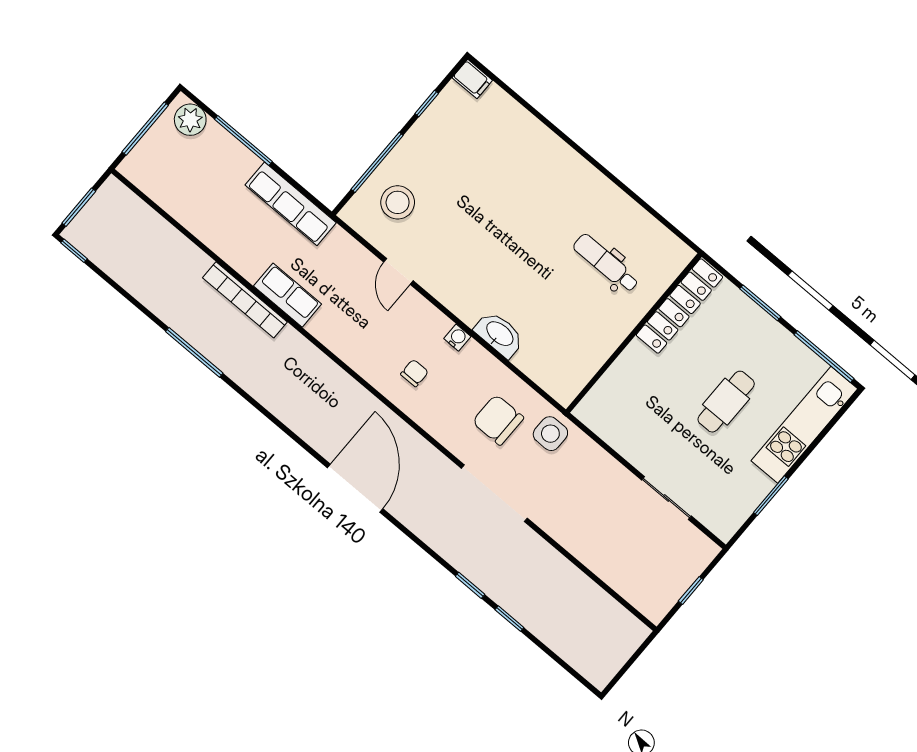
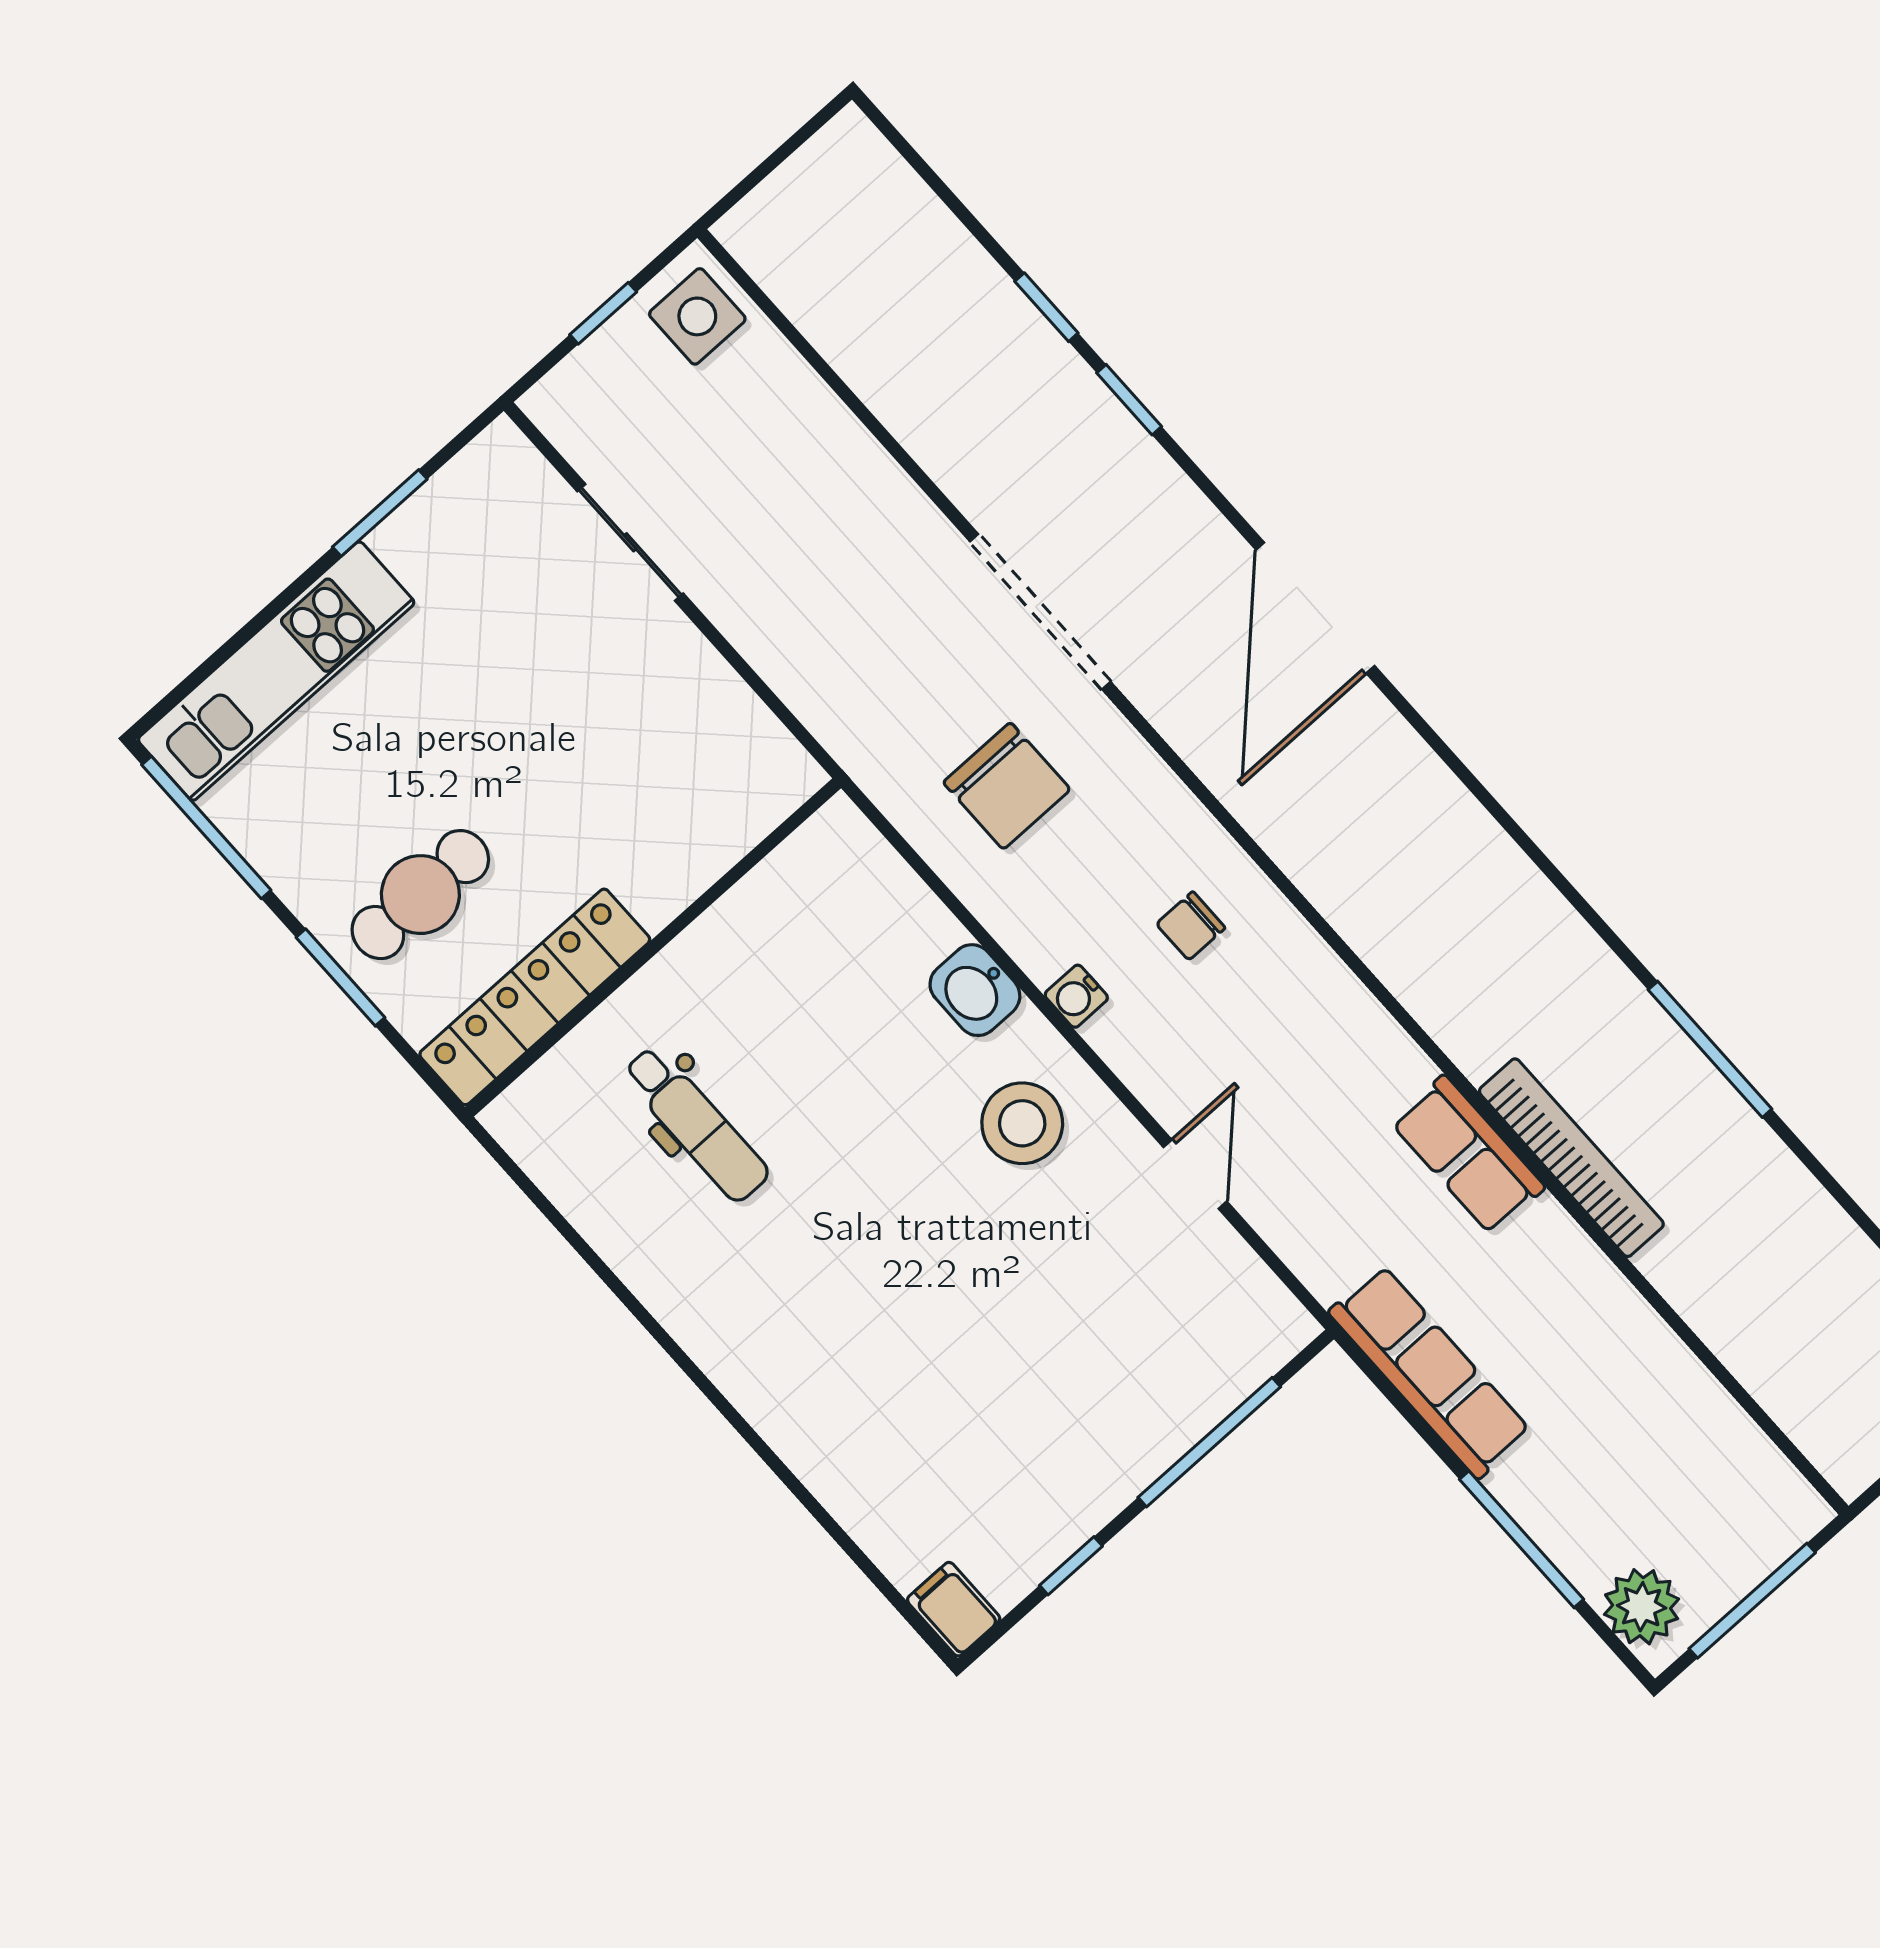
stool: (398, 202) -> (1022, 1123), moved
washbasin: (499, 334) -> (975, 990), width x0.72
cafe table: (726, 402) -> (420, 895), moved
side table: (550, 434) -> (697, 316), moved
door: (355, 488) -> (1315, 608), moved

